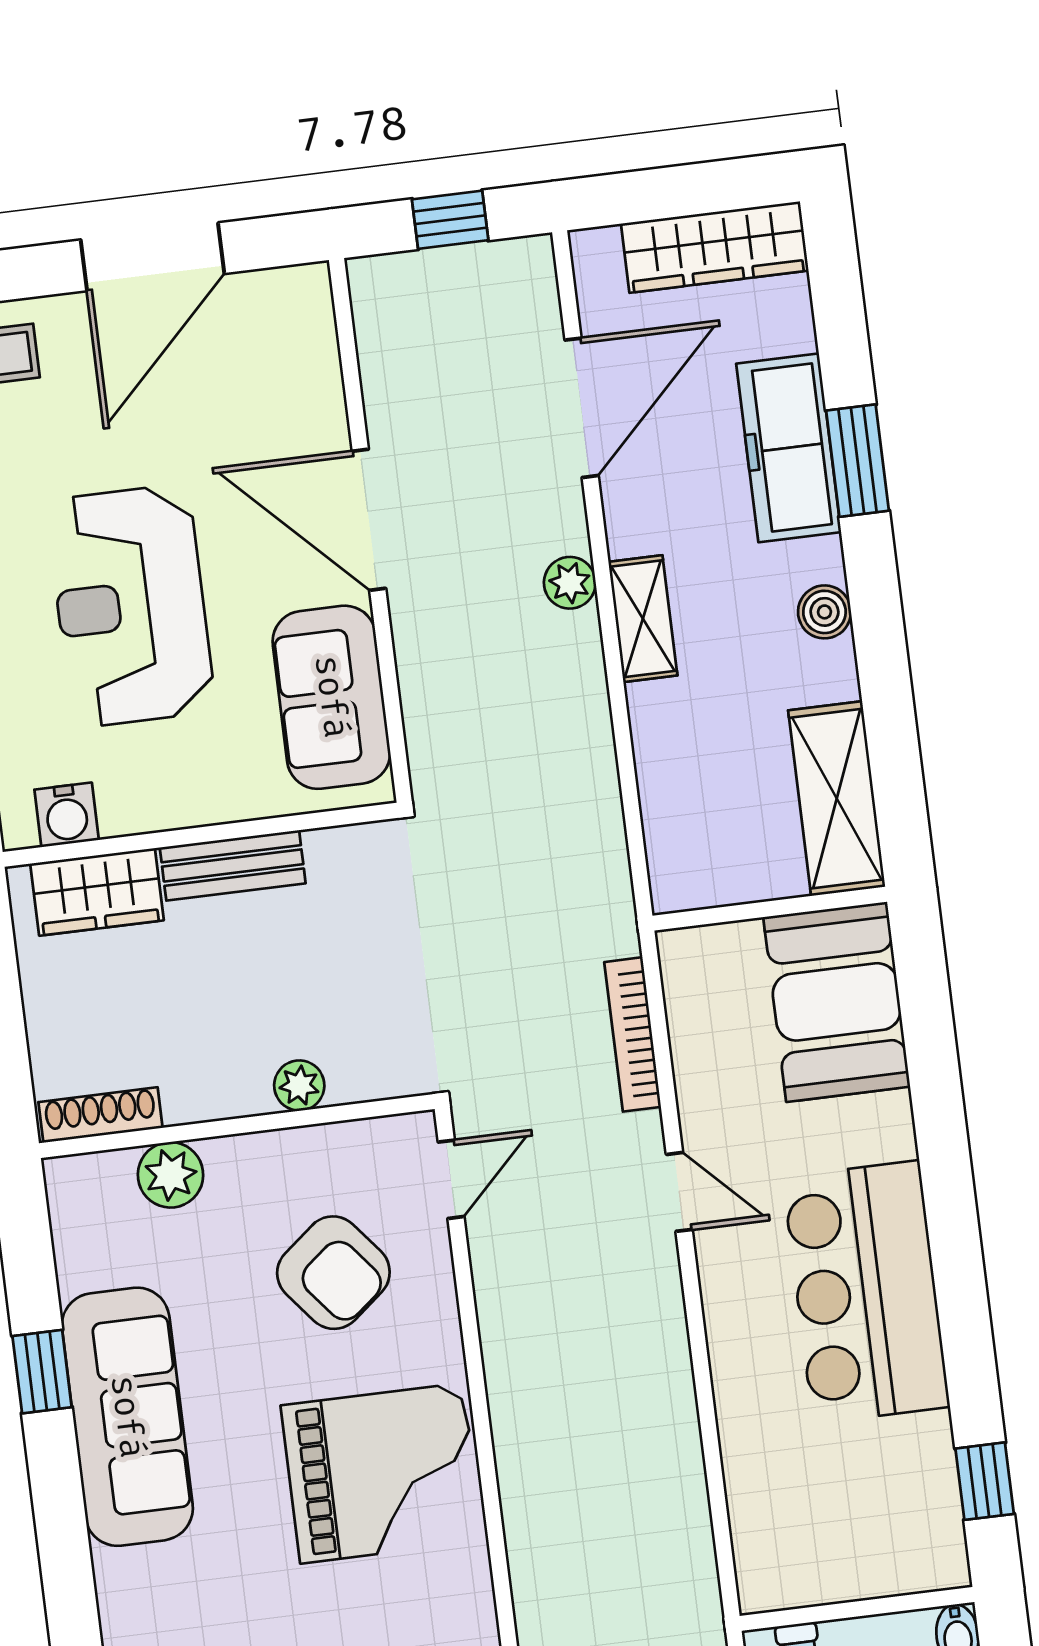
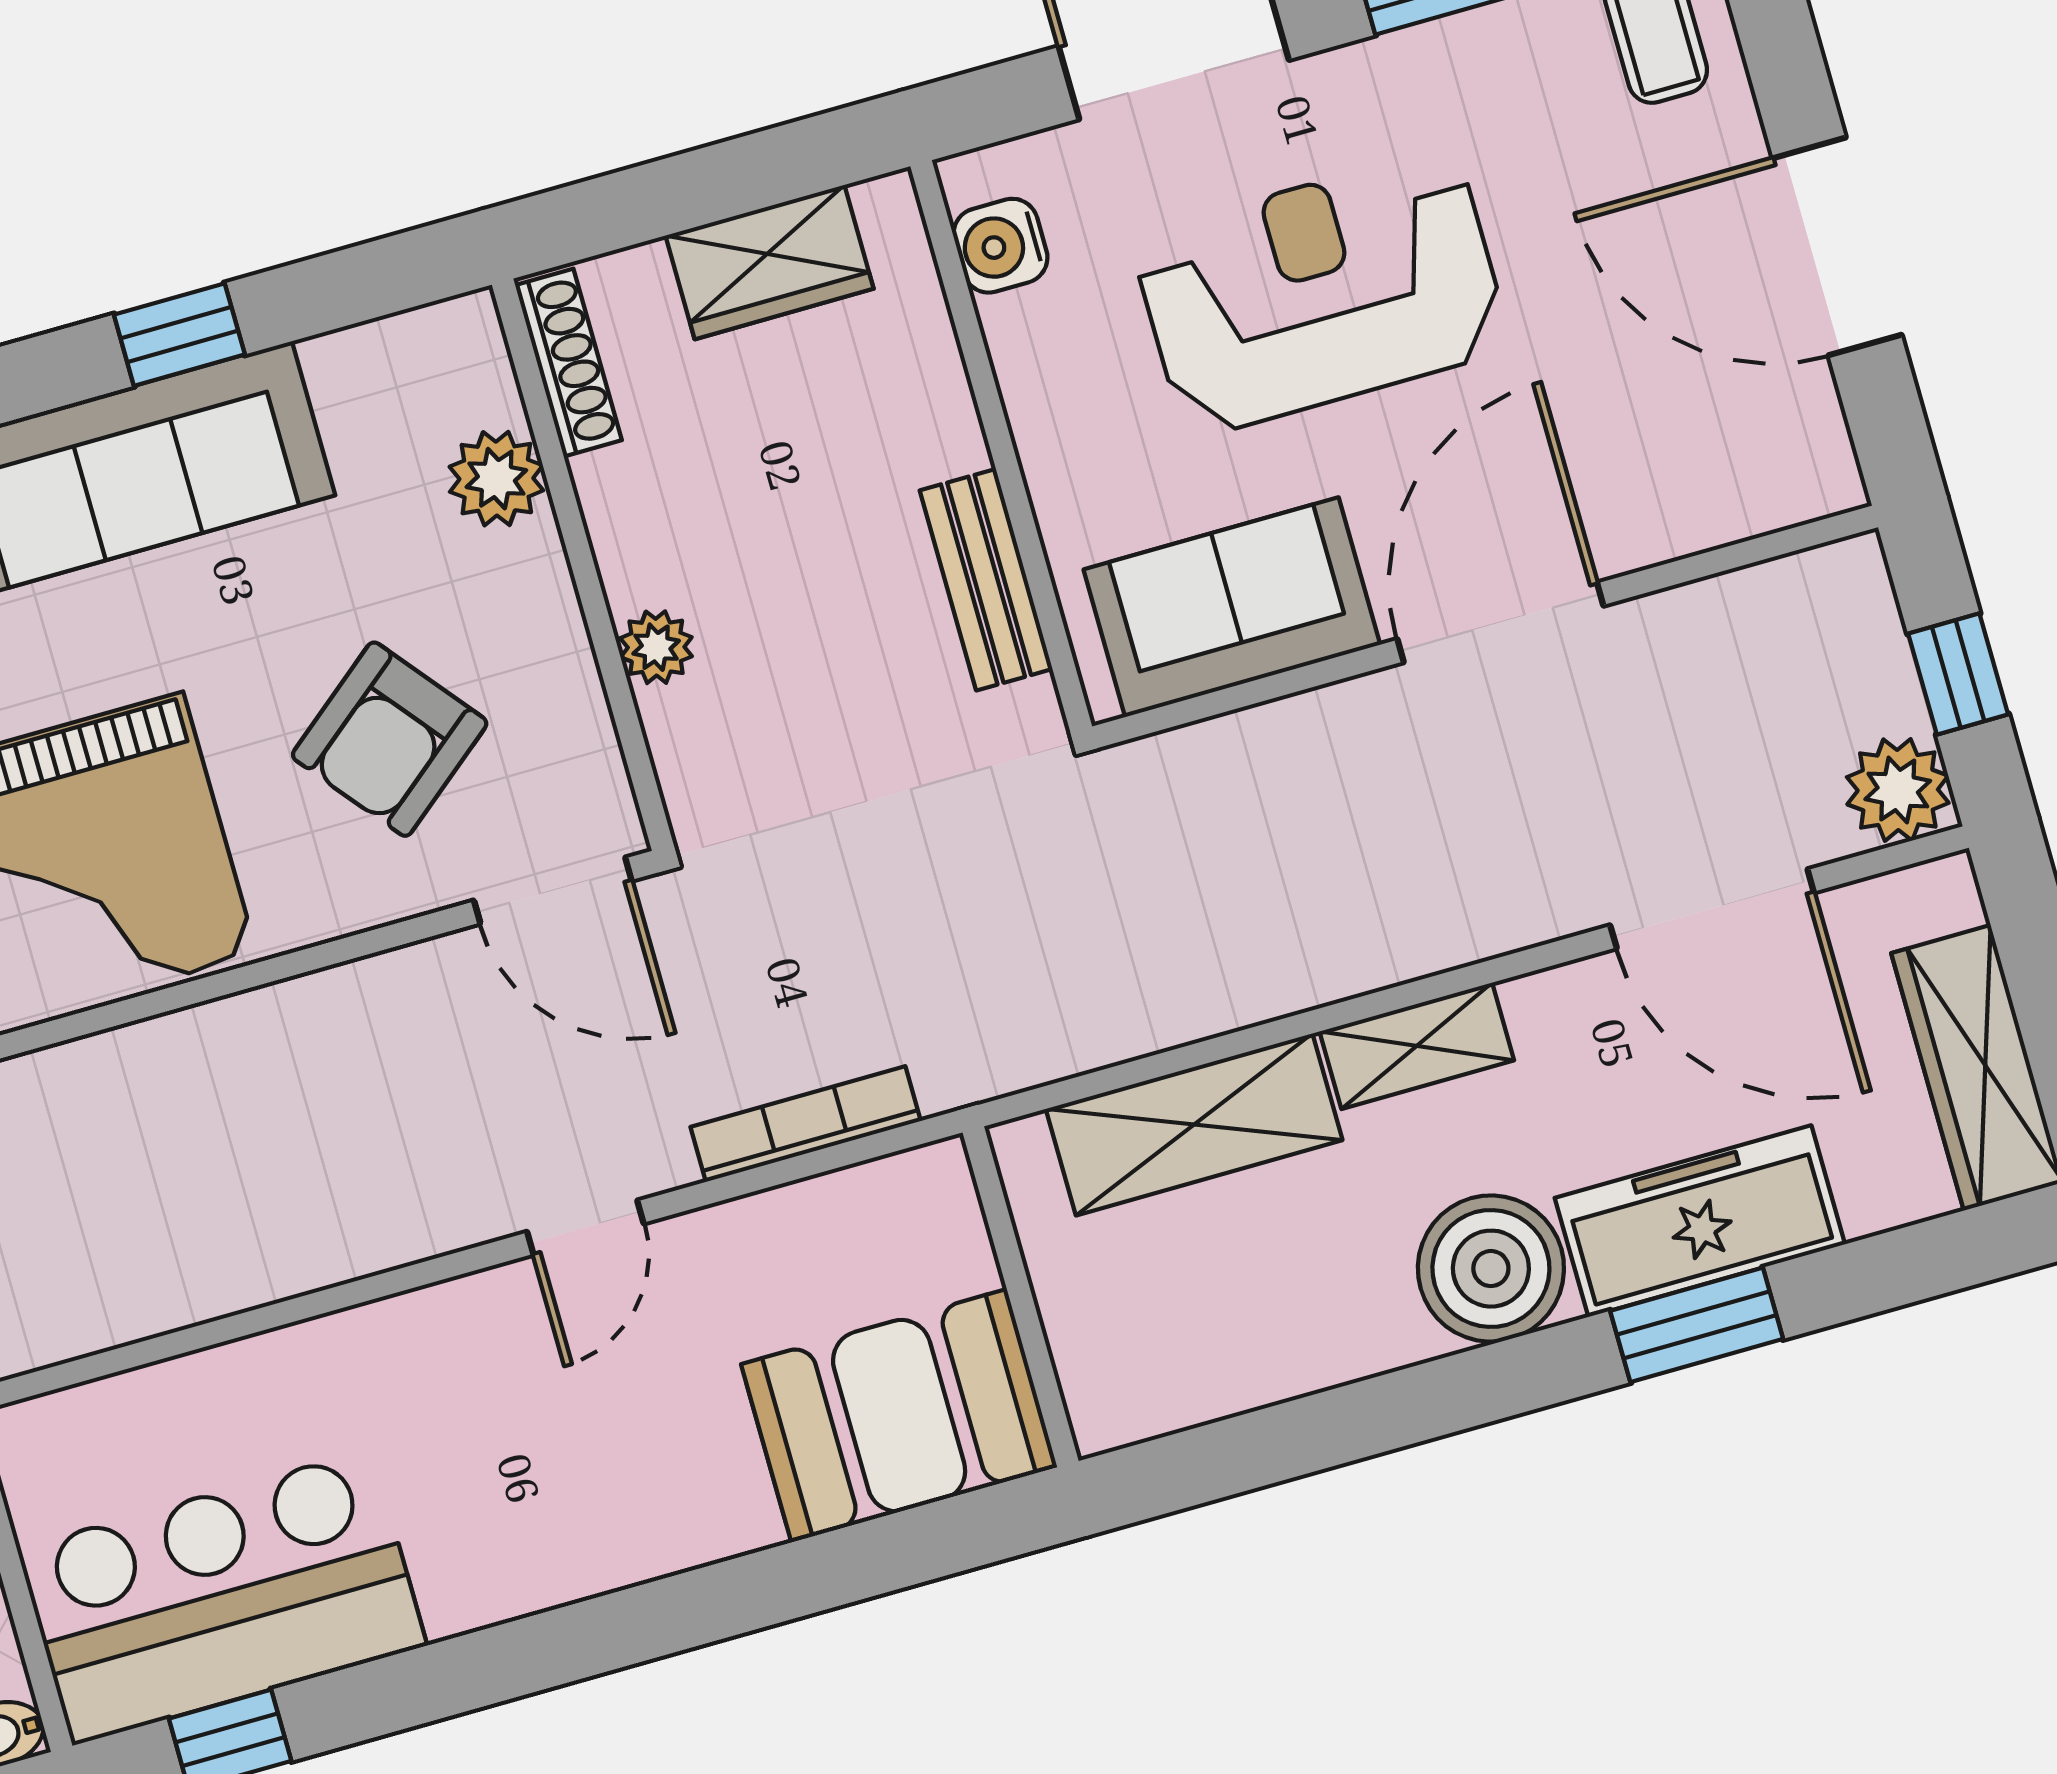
plant: (570, 583) -> (1898, 790), moved, width x1.38, depth x1.38
boiler: (824, 612) -> (1491, 1269), width x1.86, depth x1.86
shelving: (837, 799) -> (1194, 1125), moved
bench: (233, 865) -> (986, 580), moved
wardrobe: (97, 892) -> (770, 262), moved, turned -90
door: (451, 1179) -> (553, 891), width x1.38
bar counter: (866, 1292) -> (222, 1597), moved

